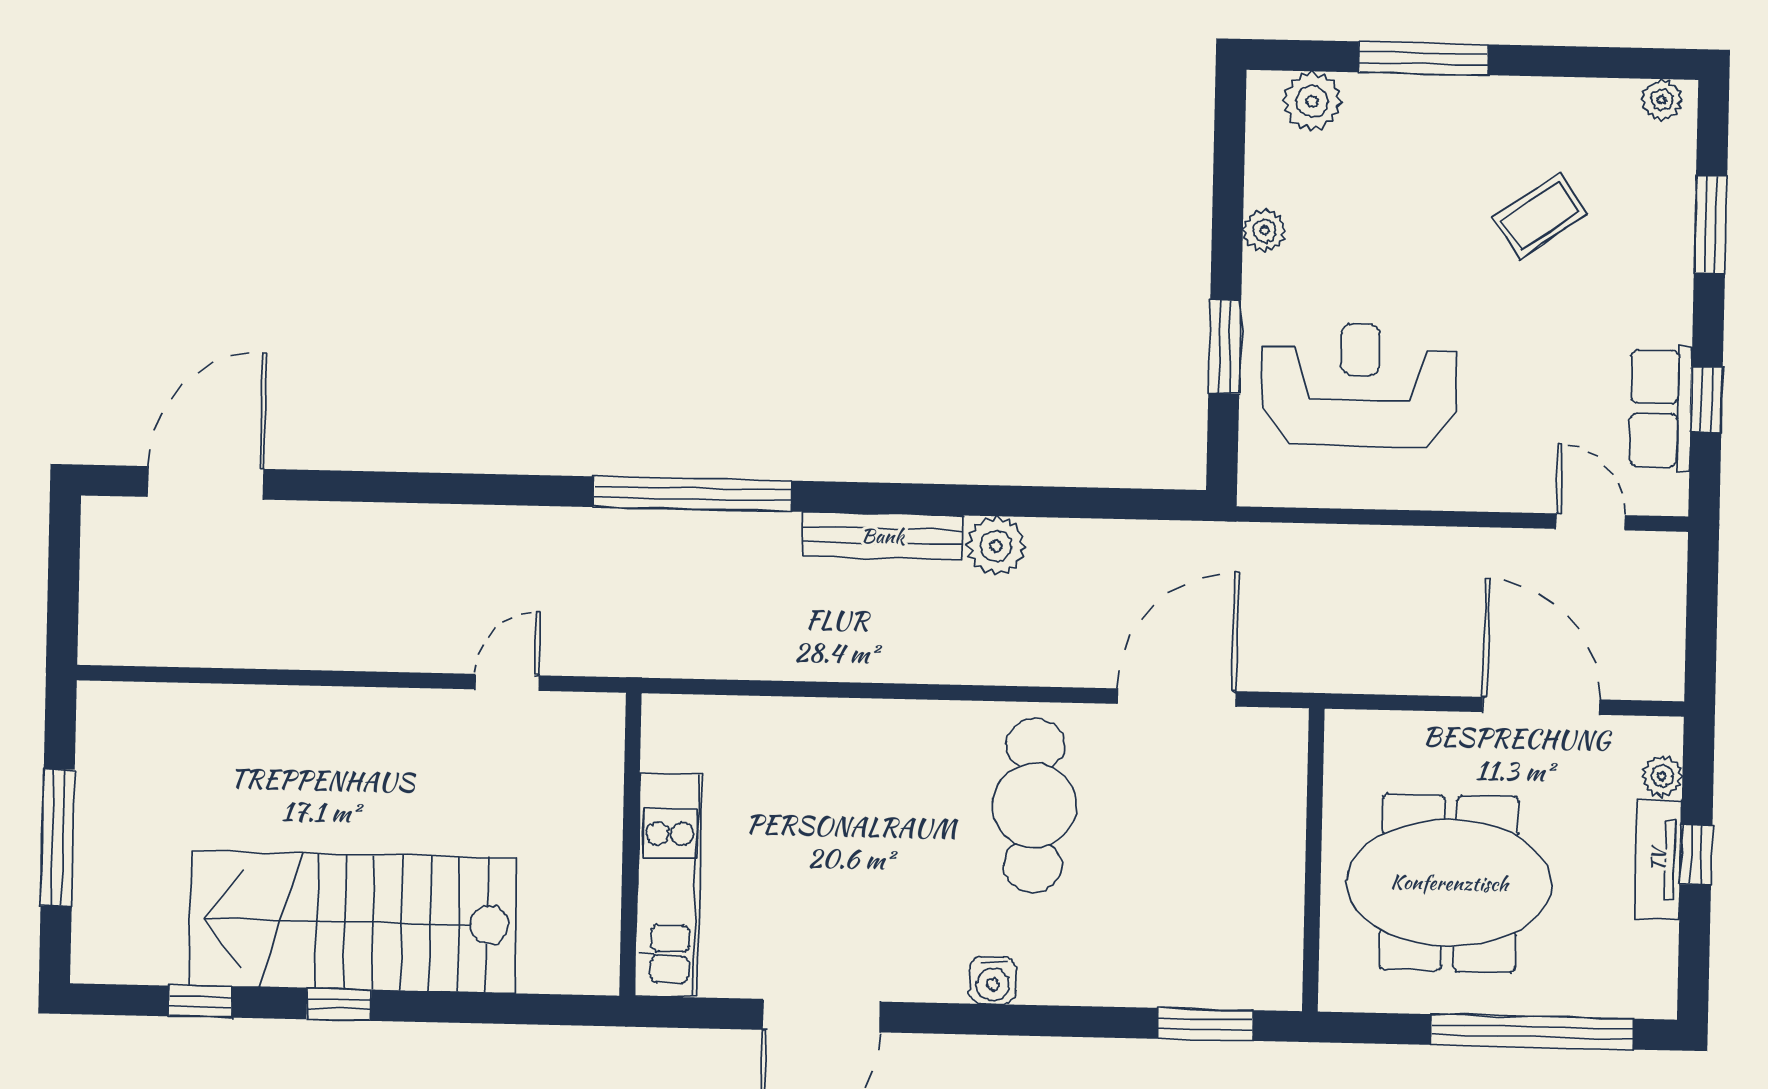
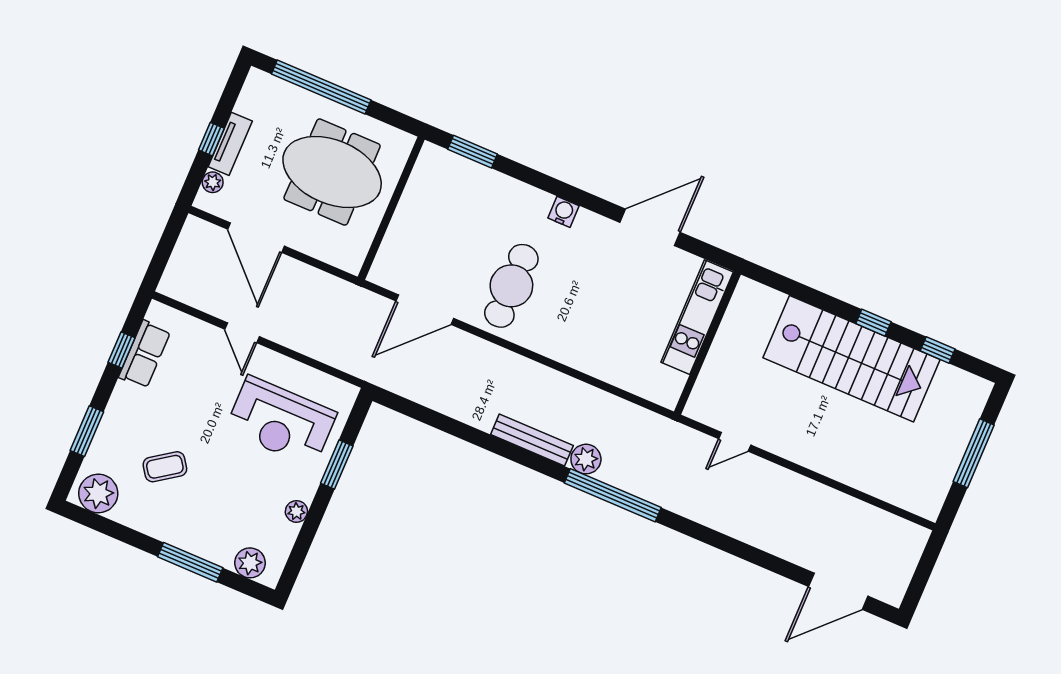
plant: (1662, 100) -> (98, 493), width x1.88, depth x1.88
door: (1590, 522) -> (242, 333), moved
plant: (996, 546) -> (586, 459), moved

